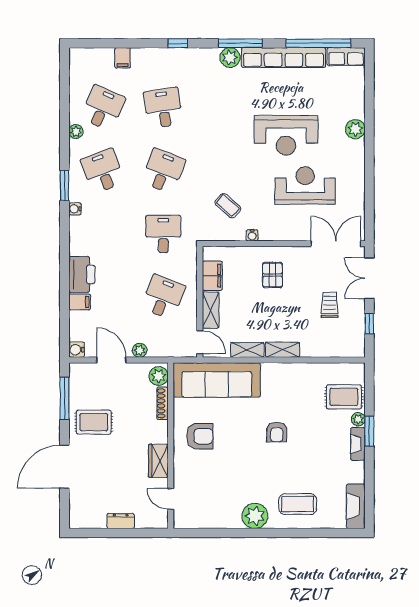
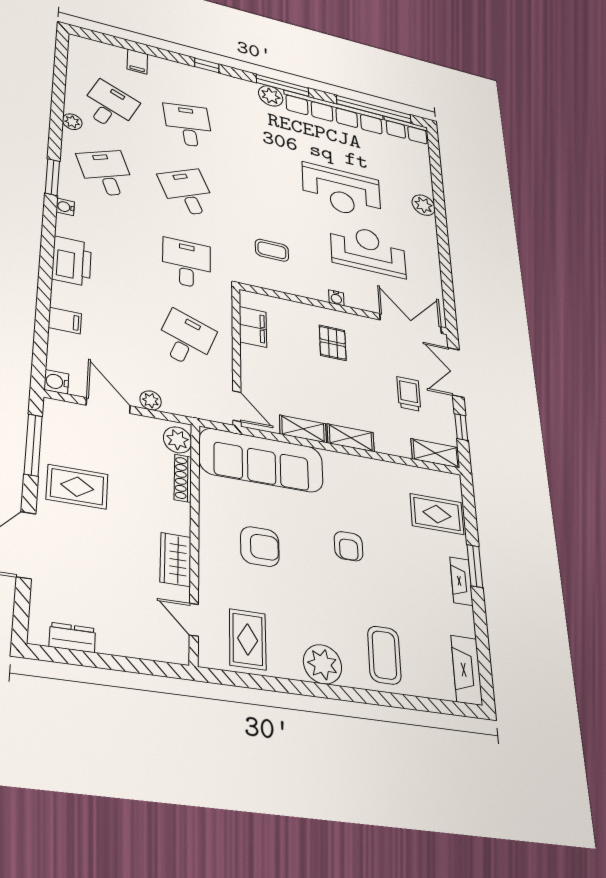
desk: (163, 171) -> (187, 192), turned -45
coffee table: (228, 206) -> (272, 250), turned -41
water cooler: (252, 235) -> (336, 298), moved
printer: (82, 274) -> (72, 261), moved
shelving: (211, 310) -> (435, 453), moved, turned 90
plant: (358, 419) -> (459, 547), removed
armchair: (200, 436) -> (260, 547), moved
coffee table: (298, 504) -> (384, 655), turned 90
rug: (205, 507) -> (248, 639), added
dresser: (121, 521) -> (72, 638), moved

